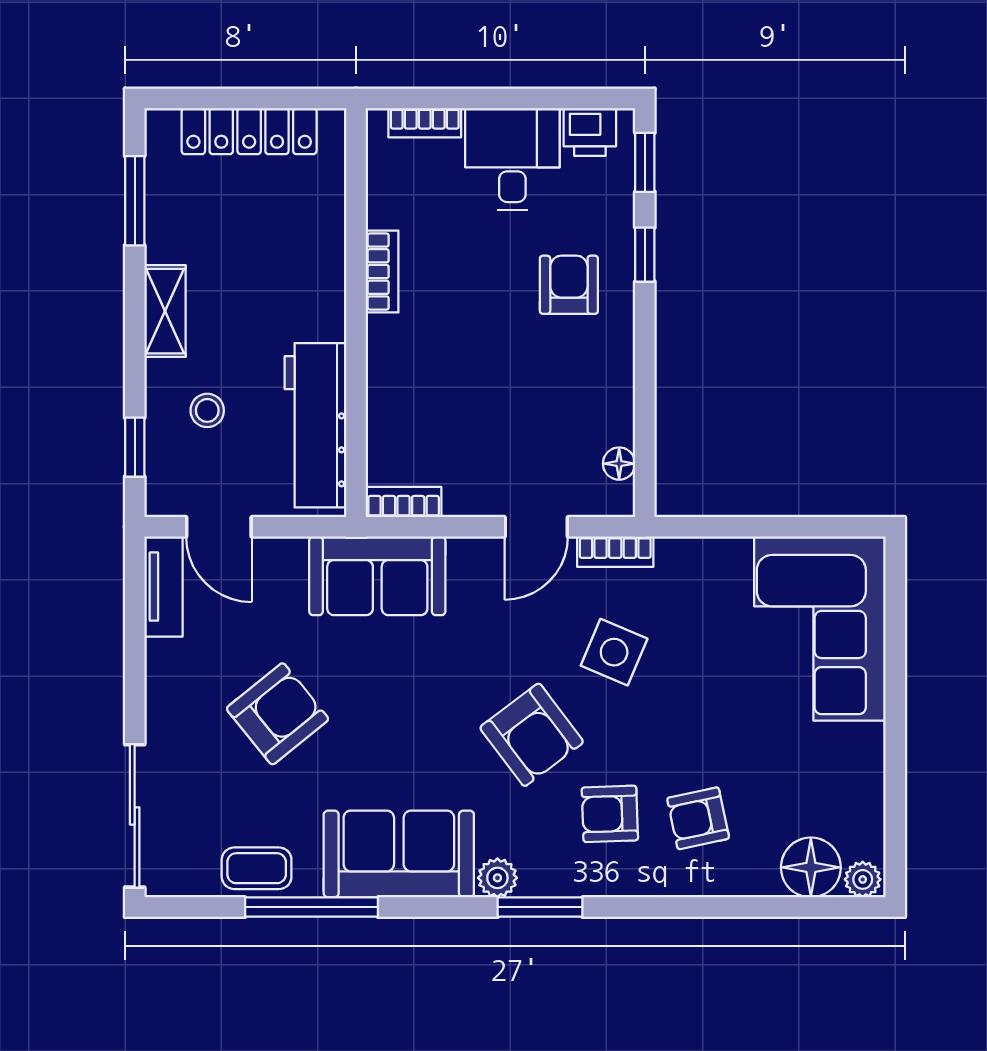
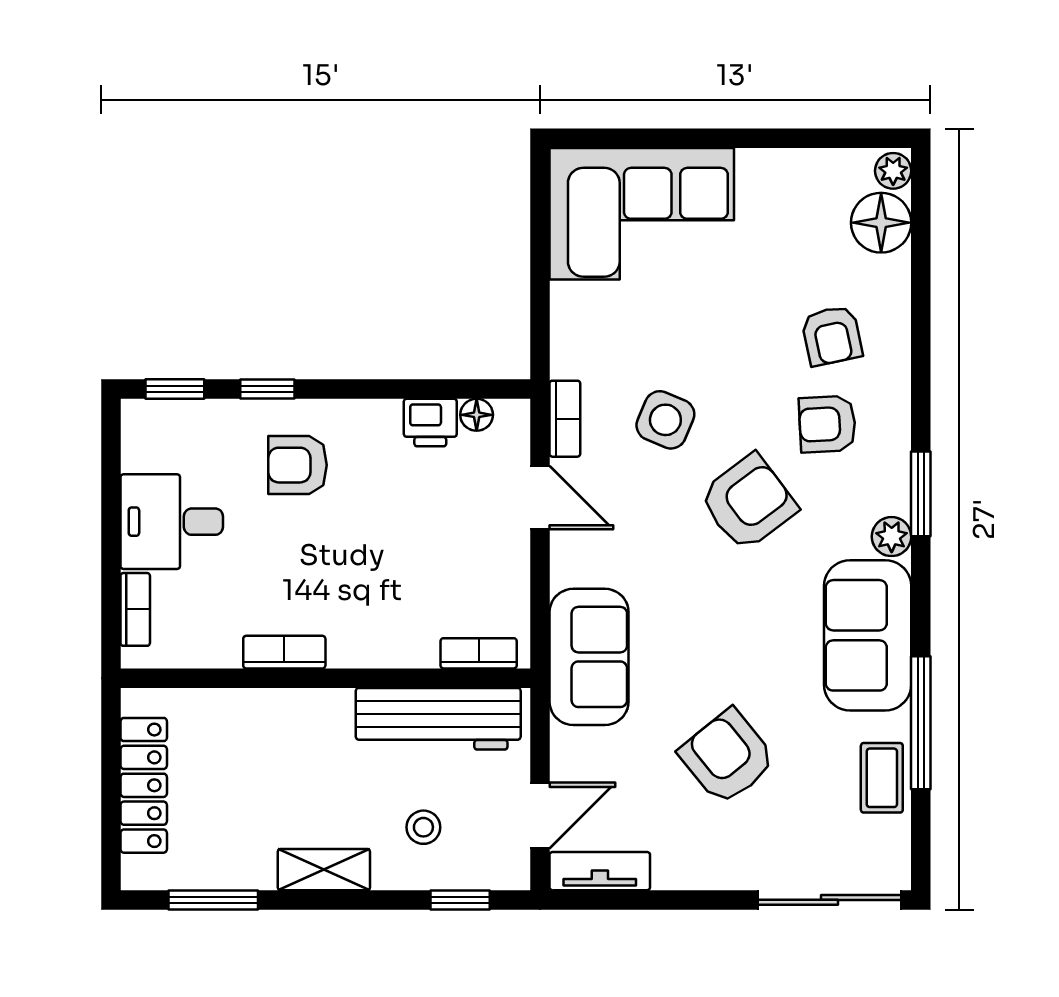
printer: (590, 132) -> (430, 423), moved, turned 90
bookcase: (404, 502) -> (479, 653), moved, turned 90
armchair: (610, 814) -> (827, 424), turned 89

